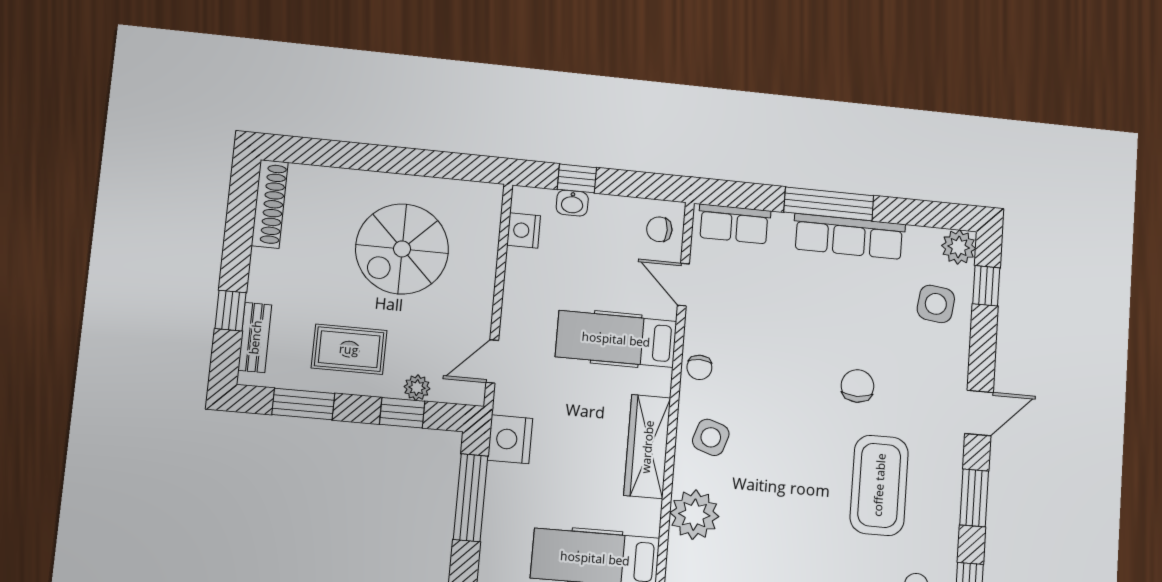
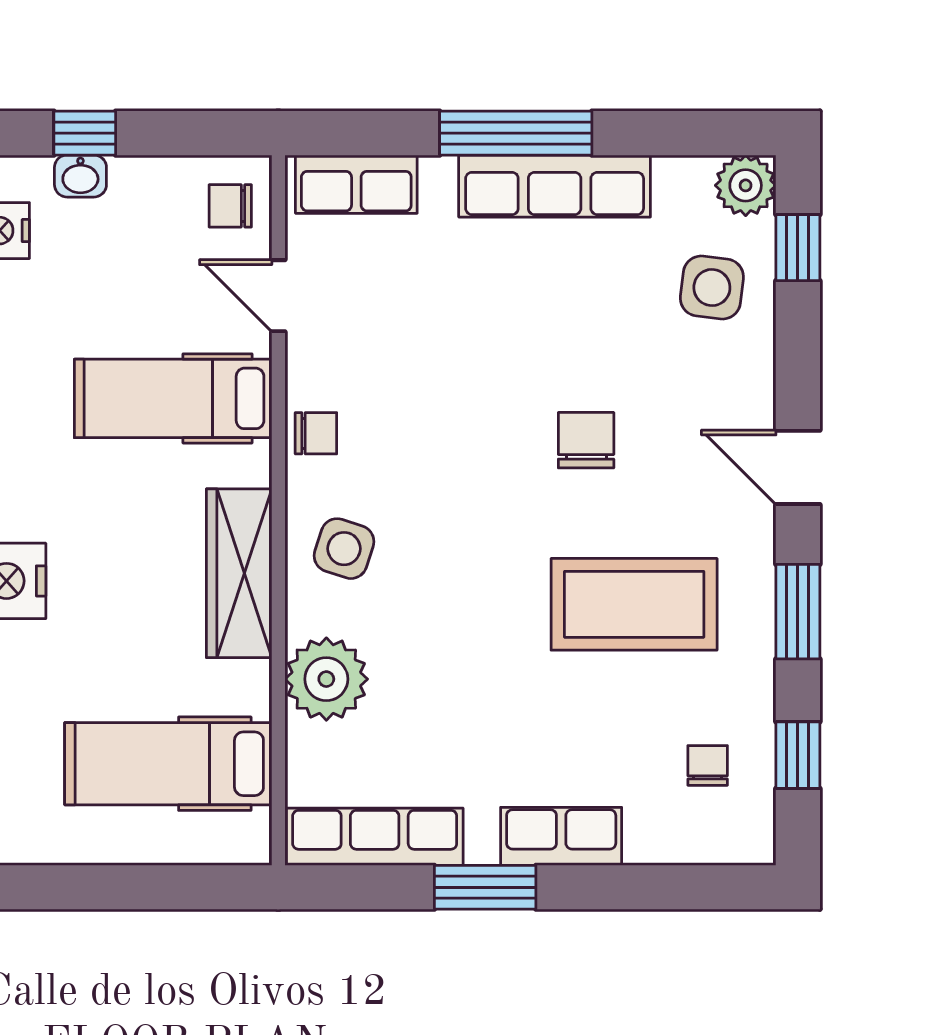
chair: (699, 367) -> (316, 433), turned -90
door: (979, 413) -> (798, 467), swing flipped
coffee table: (879, 485) -> (634, 604), turned 90

